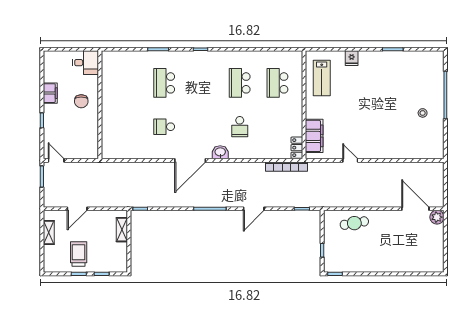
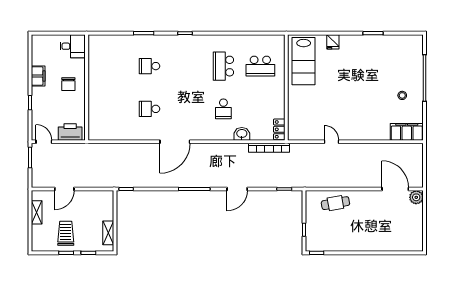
lab bench: (322, 78) -> (304, 61), width x1.36, depth x1.39
school desk: (164, 83) -> (150, 66), width x0.54
school desk: (277, 83) -> (260, 66), turned -90
filing cabinet: (314, 136) -> (407, 132), moved, turned -90
printer: (83, 150) -> (70, 132), added
washbasin: (220, 152) -> (242, 134), moved
shelving: (122, 230) -> (108, 233), moved

